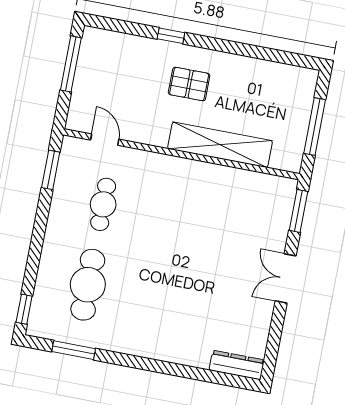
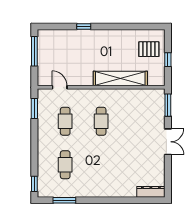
pallet: (189, 84) -> (149, 49), moved
window: (315, 126) -> (168, 60), width x0.46
cafe table: (170, 217) -> (101, 121), added
double door: (286, 278) -> (168, 142), swing flipped
cafe table: (88, 285) -> (65, 165), width x0.73, depth x0.74

